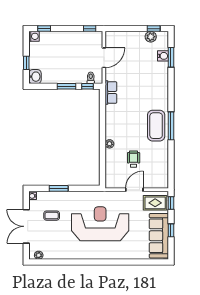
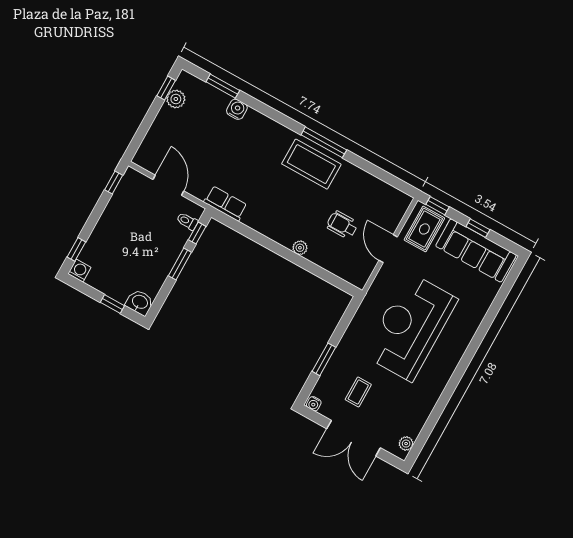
water cooler: (163, 56) -> (237, 109), moved

